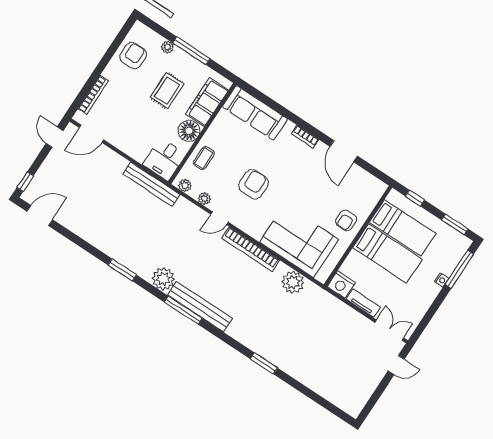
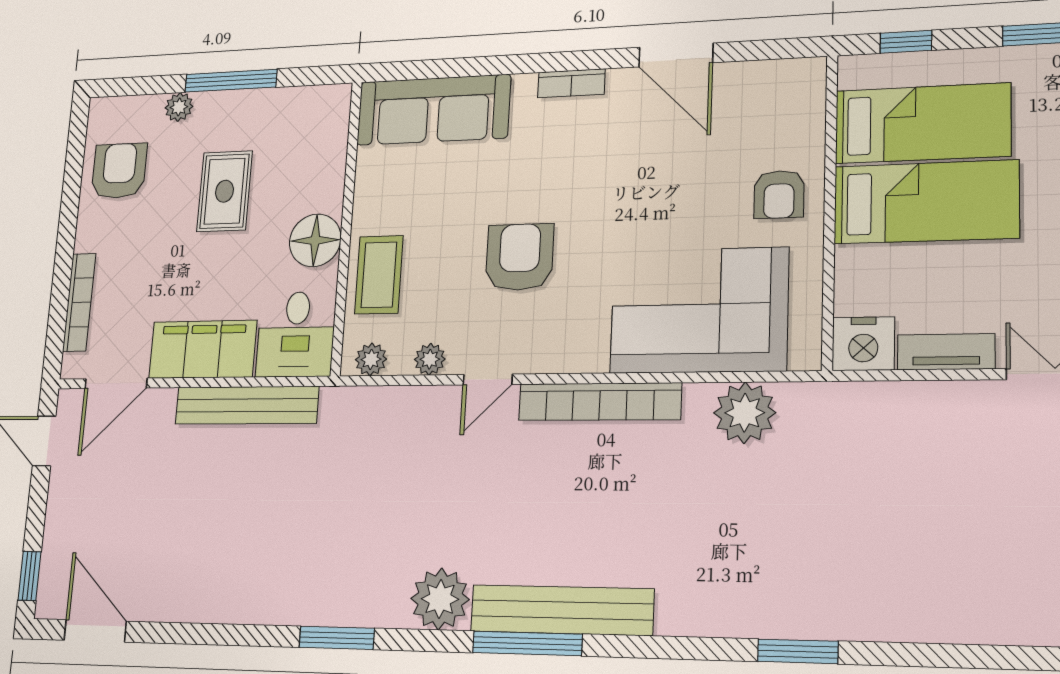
filing cabinet: (207, 102) -> (203, 349), moved, turned 90
coffee table: (204, 158) -> (379, 275), width x1.36, depth x1.30
bench: (151, 184) -> (247, 405), moved
door: (40, 216) -> (95, 631), hinge flipped

